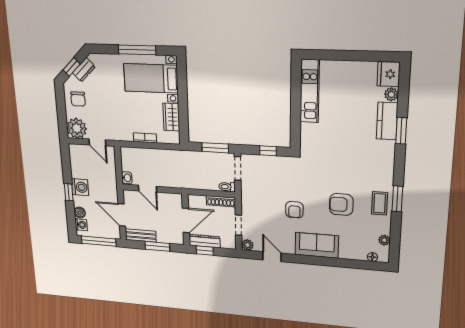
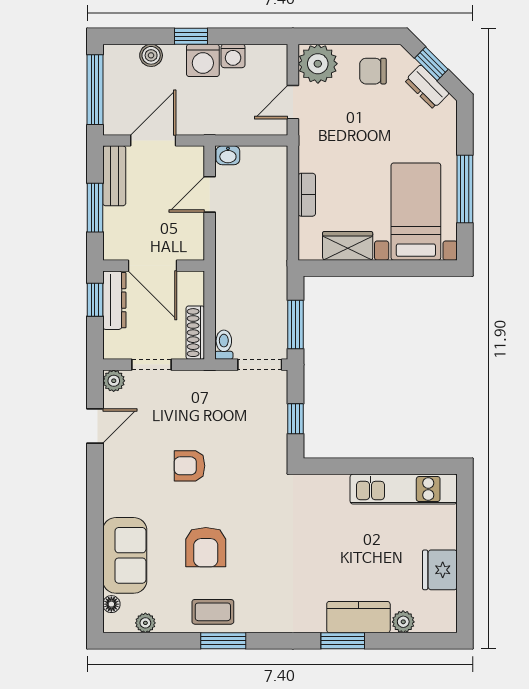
fridge: (389, 74) -> (440, 570), moved, turned -90
armchair: (341, 204) -> (206, 547), turned 180
washing machine: (81, 225) -> (233, 56), moved
sofa: (317, 245) -> (125, 555), moved

